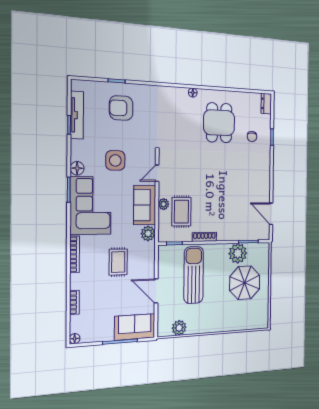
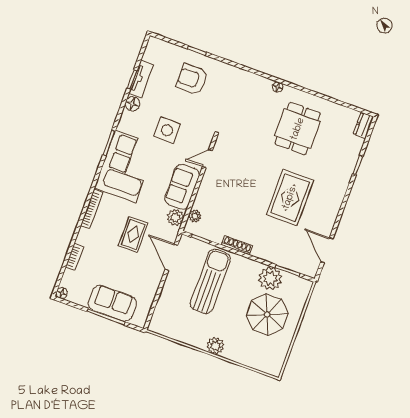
tv unit: (77, 115) -> (141, 79), width x0.71
chair: (252, 137) -> (333, 156), removed
floor lamp: (77, 168) -> (132, 104), moved
plant: (164, 204) -> (195, 216), moved
rug: (181, 212) -> (290, 198), moved, width x1.36, depth x1.43
door: (156, 291) -> (171, 257), moved
sofa: (135, 327) -> (112, 303), moved
plant: (179, 328) -> (215, 346), moved

